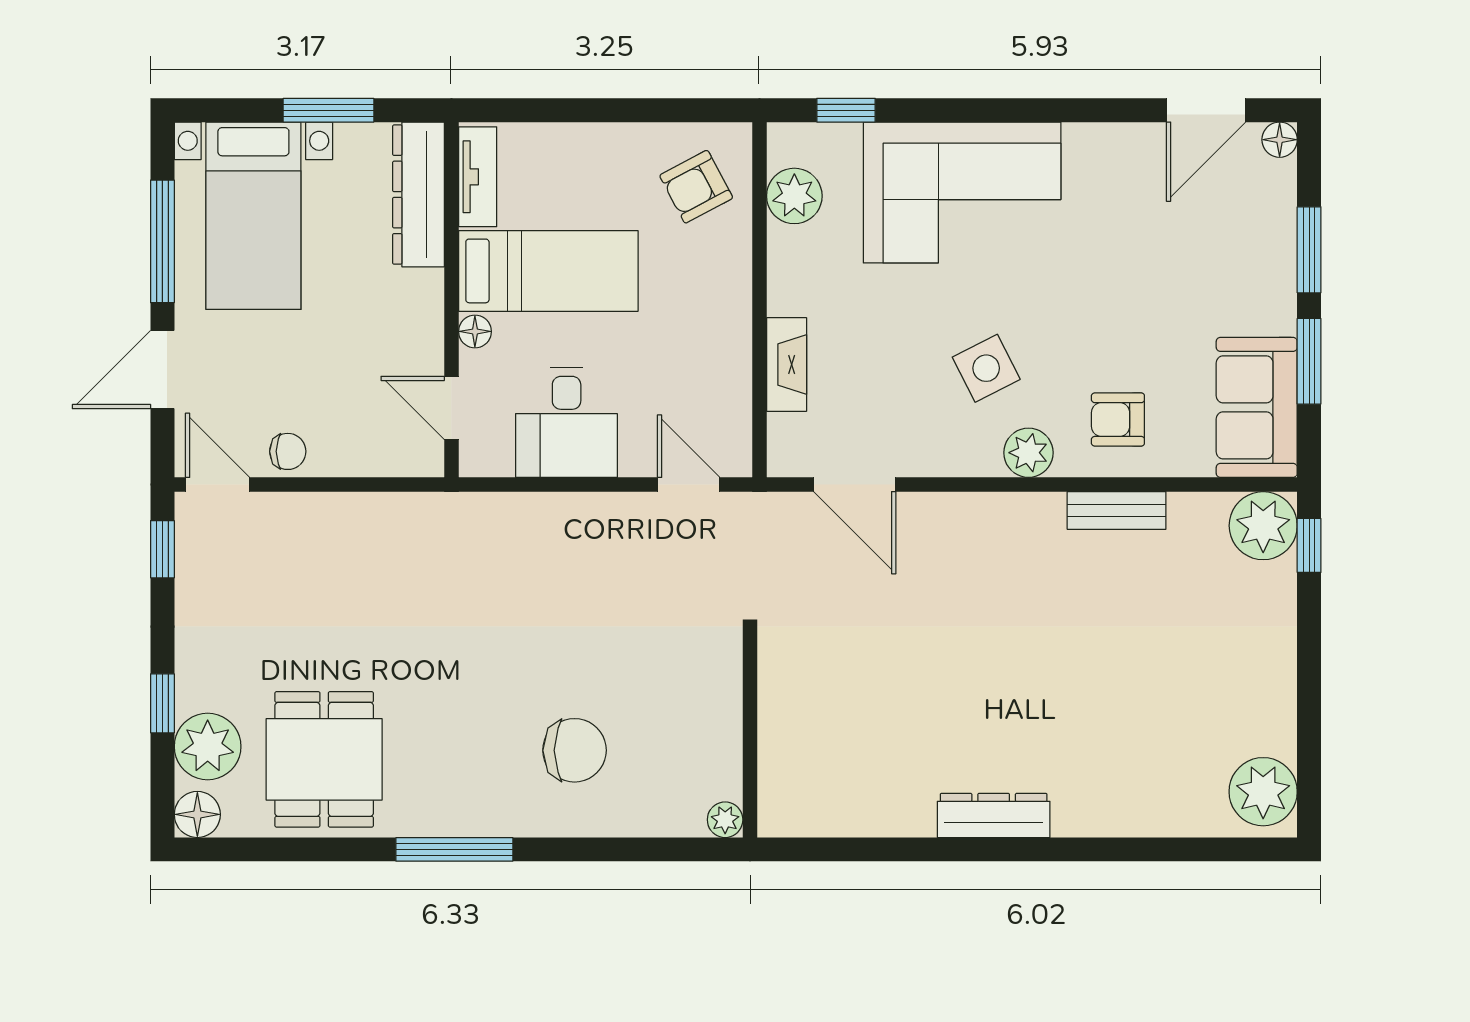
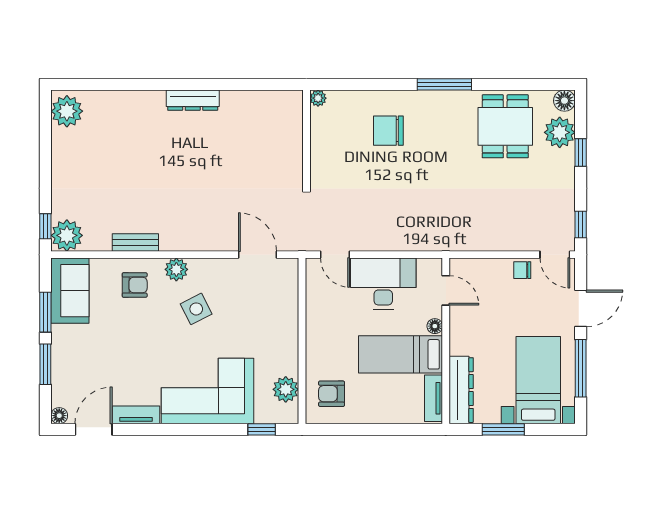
tv unit: (1115, 141) -> (136, 415), added
armchair: (696, 187) -> (332, 394), turned -152
fireplace: (787, 365) -> (289, 311), removed
desk: (567, 422) -> (383, 284), width x1.37

